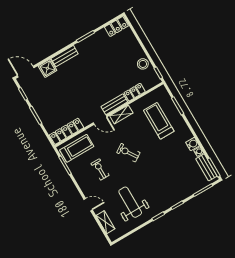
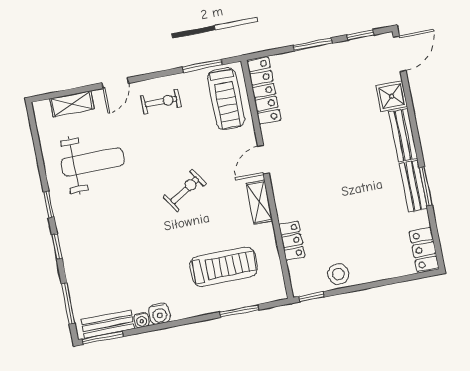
bench: (114, 104) -> (413, 186), moved
exercise bike: (100, 169) -> (161, 102), moved

